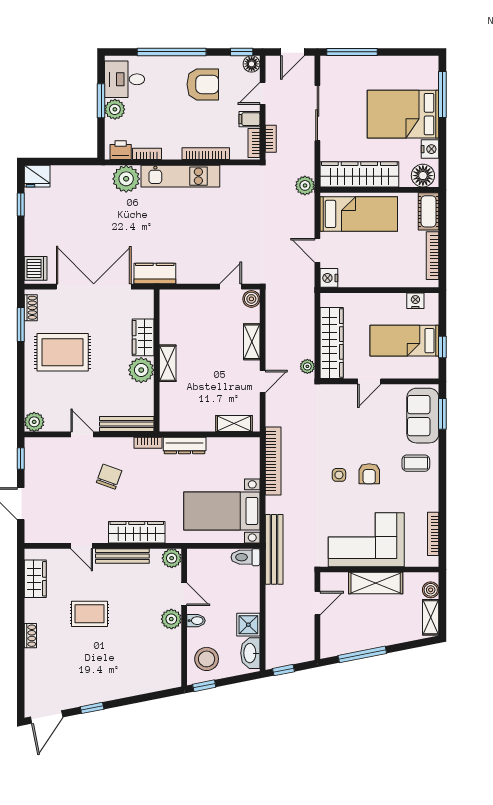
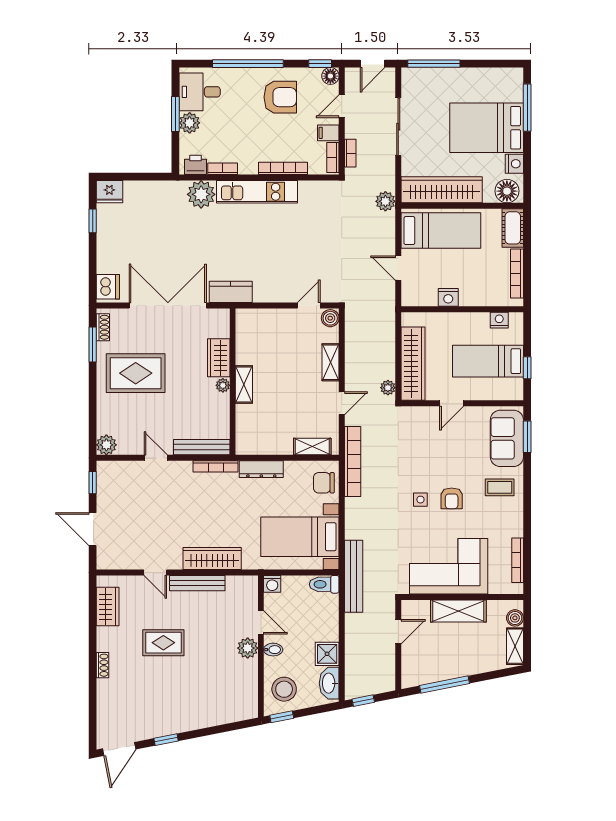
nightstand: (329, 278) -> (448, 297), moved, turned -90
plant: (141, 370) -> (223, 385), width x0.53, depth x0.53
bookcase: (148, 443) -> (216, 466), width x1.56
bookcase: (273, 461) -> (353, 461), moved
chair: (109, 477) -> (324, 483), moved, turned -110
washing machine: (195, 557) -> (272, 584), added
plant: (172, 558) -> (248, 585), removed

